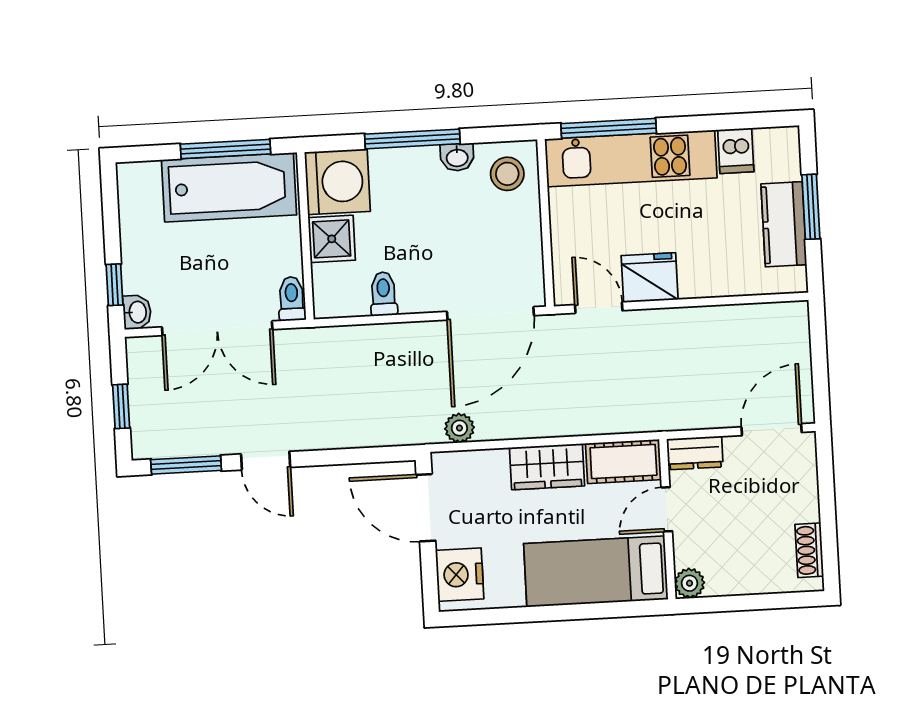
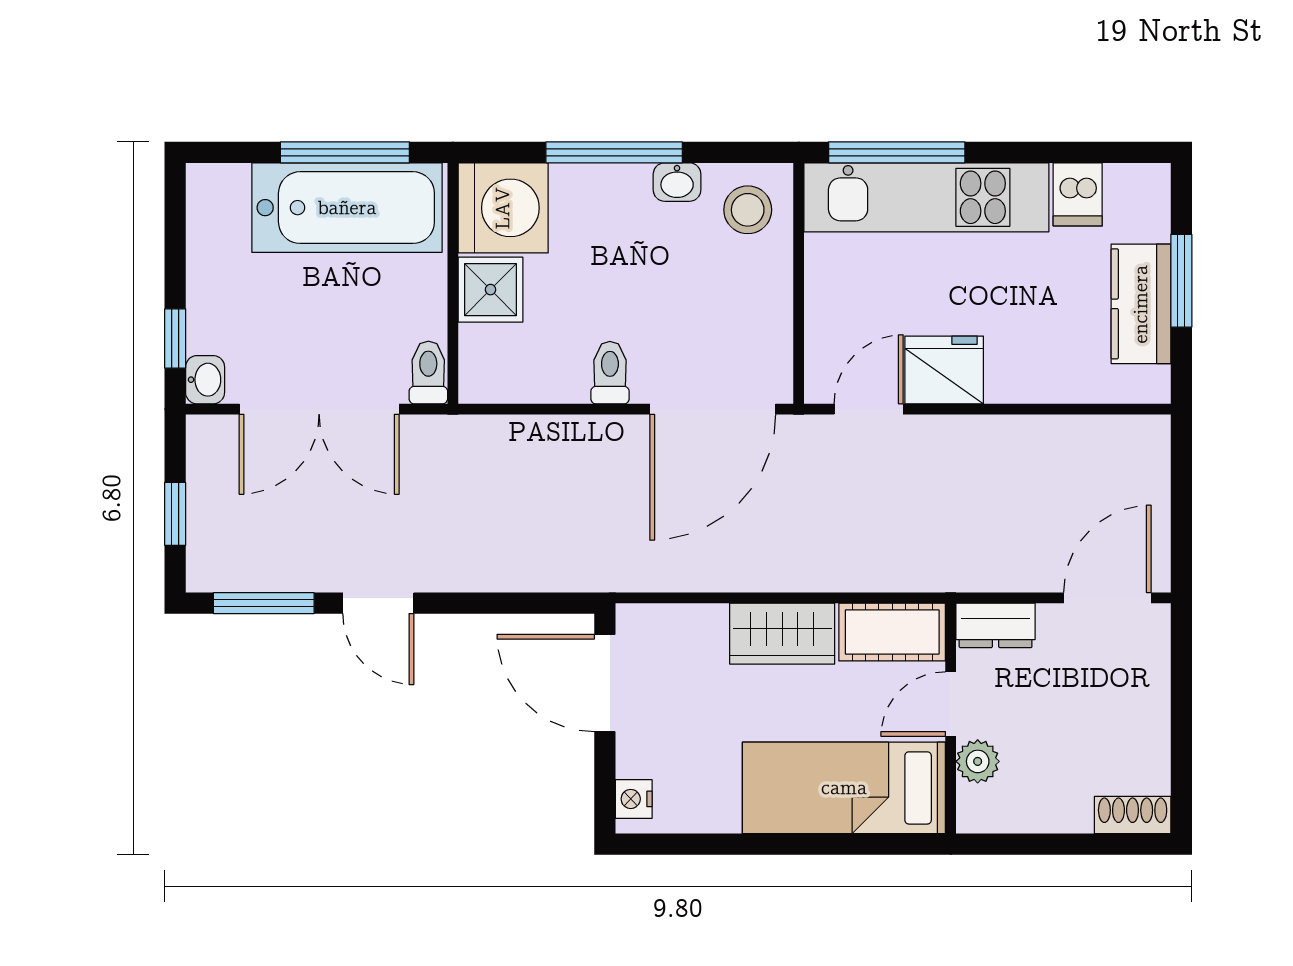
toilet: (384, 294) -> (610, 373), moved
door: (599, 308) -> (869, 409), hinge flipped
plant: (459, 428) -> (659, 571), removed
shoe rack: (809, 550) -> (1133, 815), moved, turned 90
nightstand: (460, 575) -> (634, 799), width x0.53, depth x0.56
plant: (690, 583) -> (978, 761), moved

